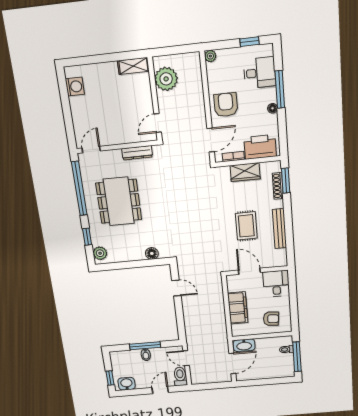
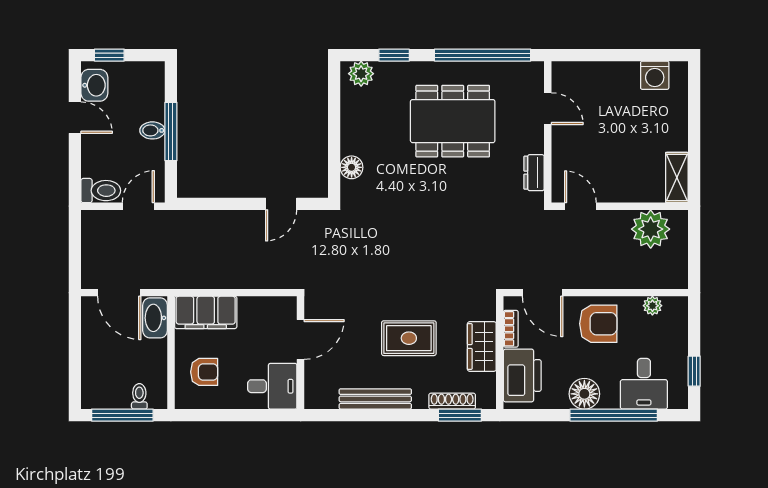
plant: (210, 56) -> (652, 306), moved
window: (280, 89) -> (614, 415), width x1.46
floor lamp: (273, 108) -> (584, 394), width x1.89, depth x1.89
door: (91, 150) -> (548, 109), moved
dresser: (137, 153) -> (534, 173), width x0.70
rug: (246, 226) -> (409, 338), moved
filing cabinet: (238, 308) -> (206, 312), moved
armchair: (271, 319) -> (204, 372), turned -95
door: (160, 390) -> (75, 118), moved

